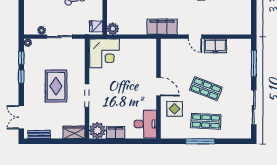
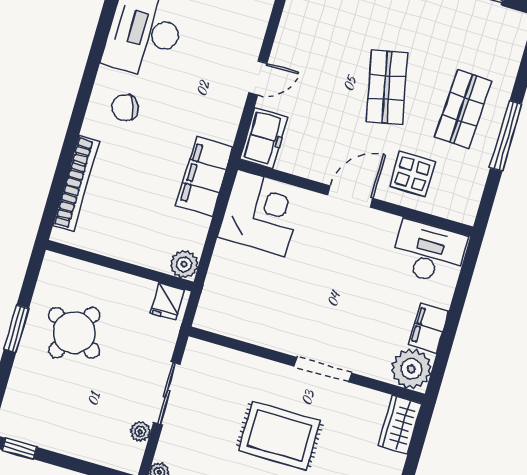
filing cabinet: (162, 27) -> (204, 176), moved
freezer: (215, 46) -> (264, 138), moved
corner desk: (105, 53) -> (261, 213), moved
shop shelf: (206, 89) -> (387, 87), turned -33

